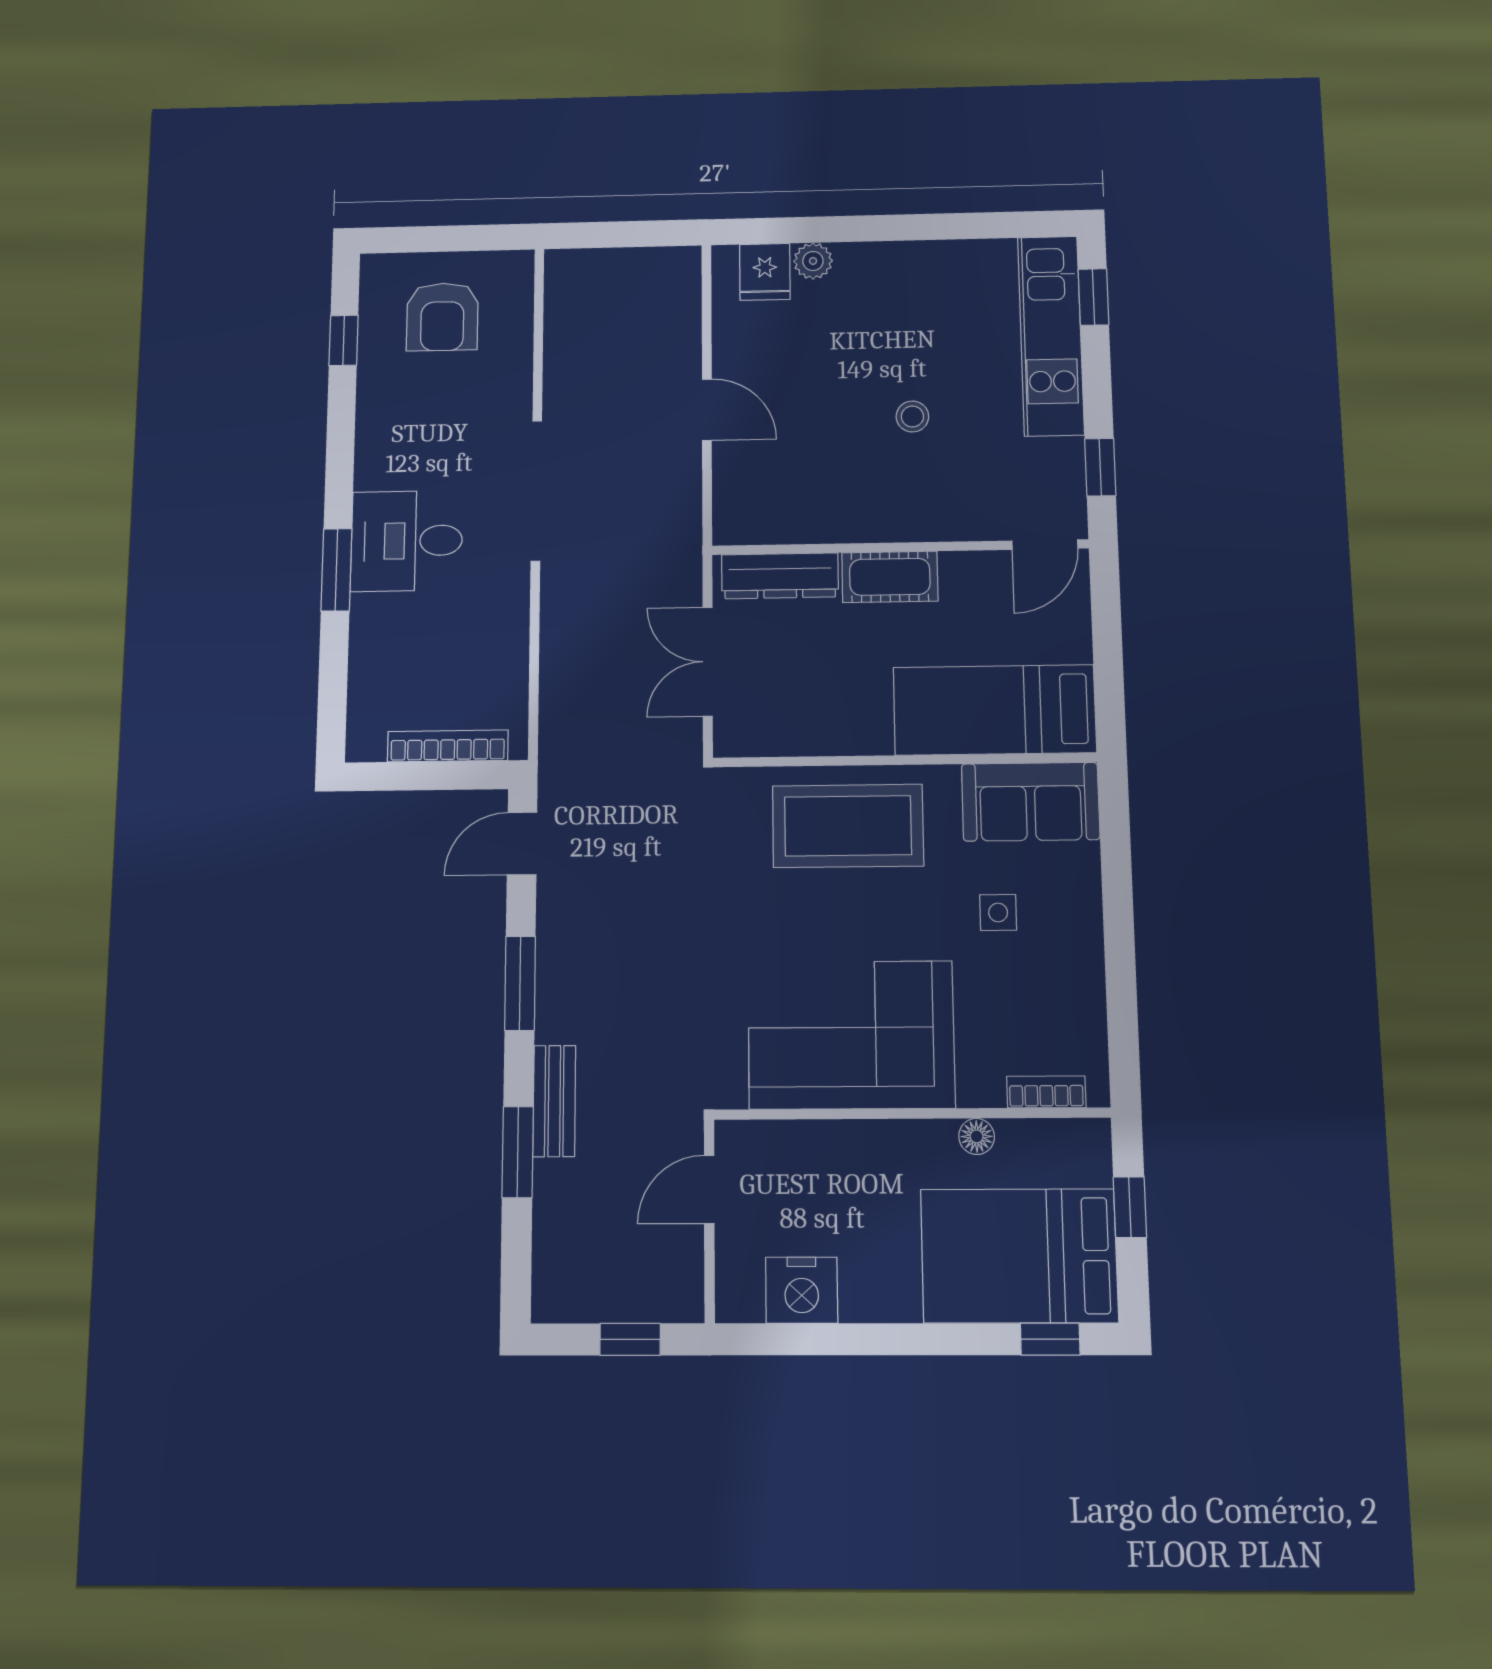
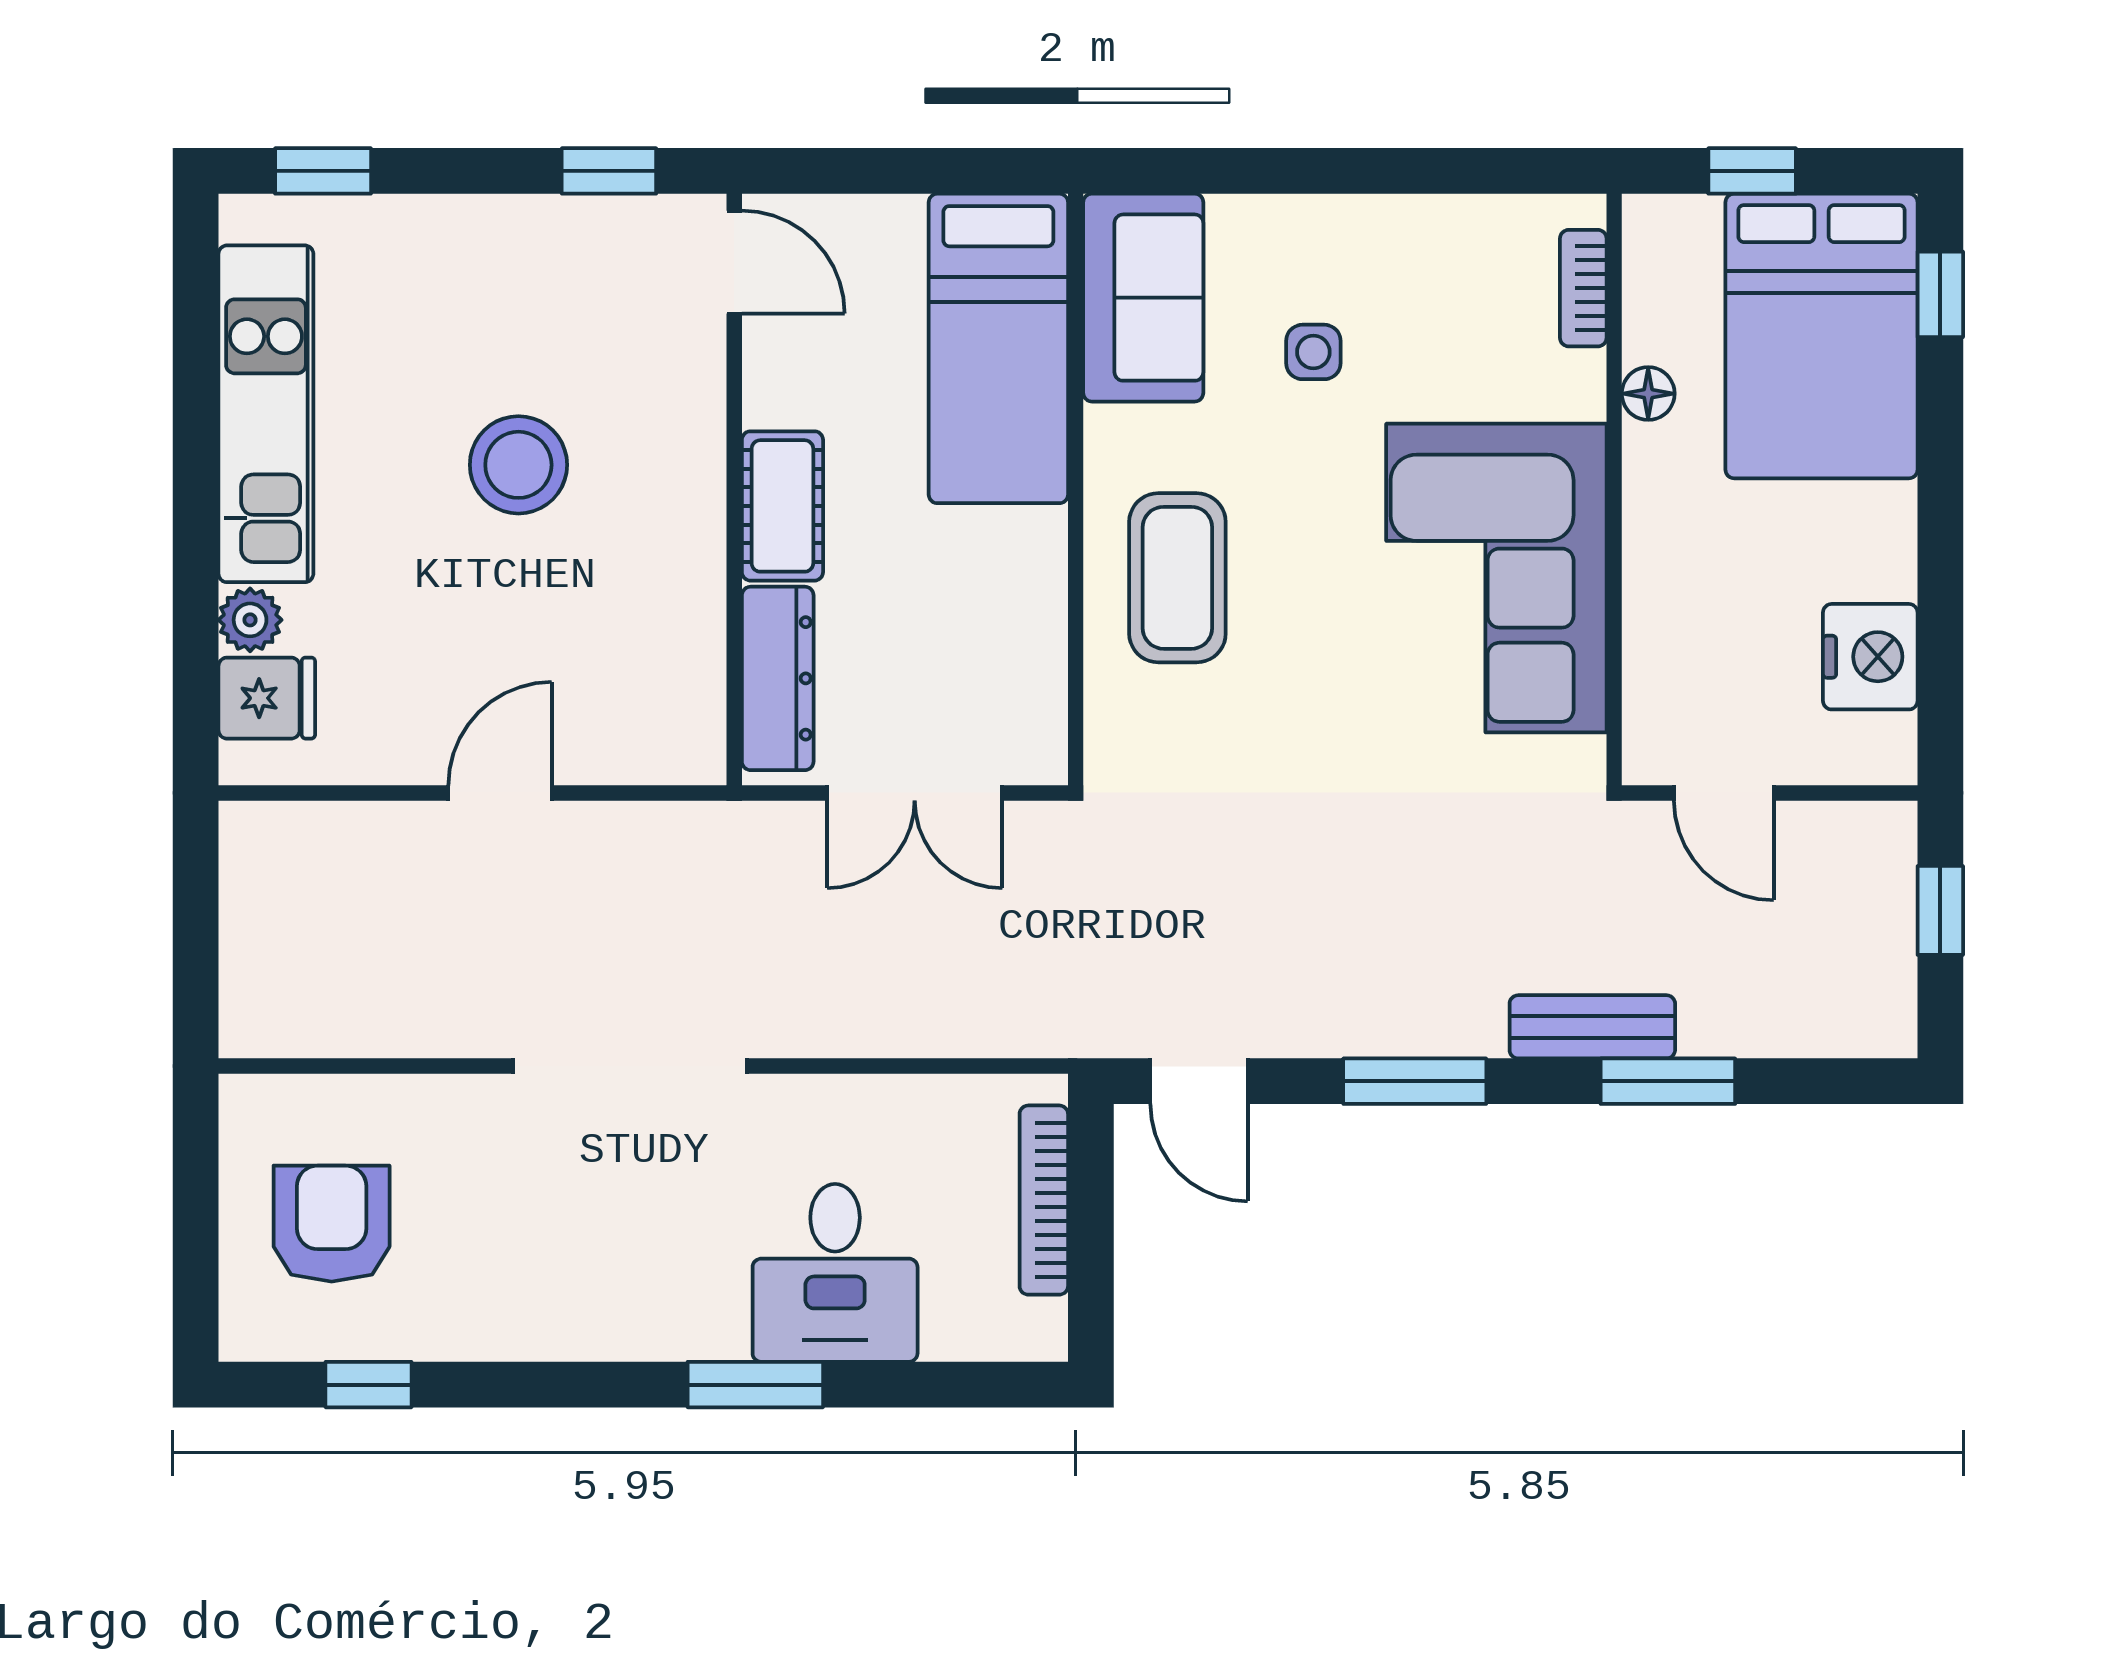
armchair: (442, 317) -> (332, 1224), turned -90
kitchen unit: (1051, 335) -> (266, 414), moved, turned -90
stool: (912, 416) -> (518, 465), width x1.89, depth x1.89
desk: (407, 541) -> (835, 1273), moved
coffee table: (848, 826) -> (1177, 578), width x0.73, depth x0.76

